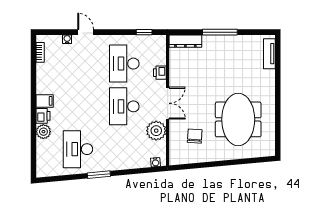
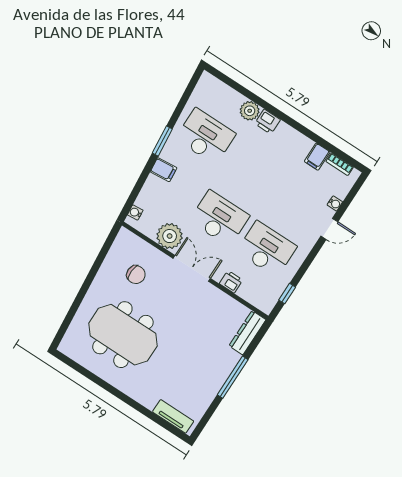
filing cabinet: (45, 101) -> (317, 157), moved
double door: (168, 103) -> (192, 268), swing flipped
filing cabinet: (117, 162) -> (164, 170), added

